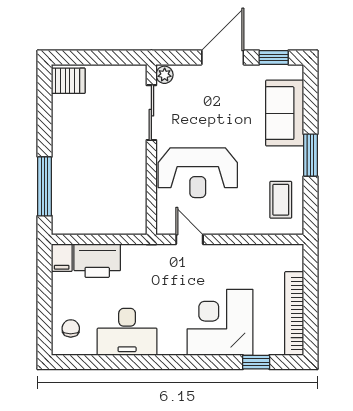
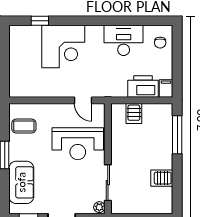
server rack: (68, 81) -> (162, 178), moved
reception desk: (198, 173) -> (78, 144), turned 180
coffee table: (281, 200) -> (24, 126), turned 90
server rack: (111, 219) -> (134, 114), added
bookcase: (294, 313) -> (15, 52), removed

